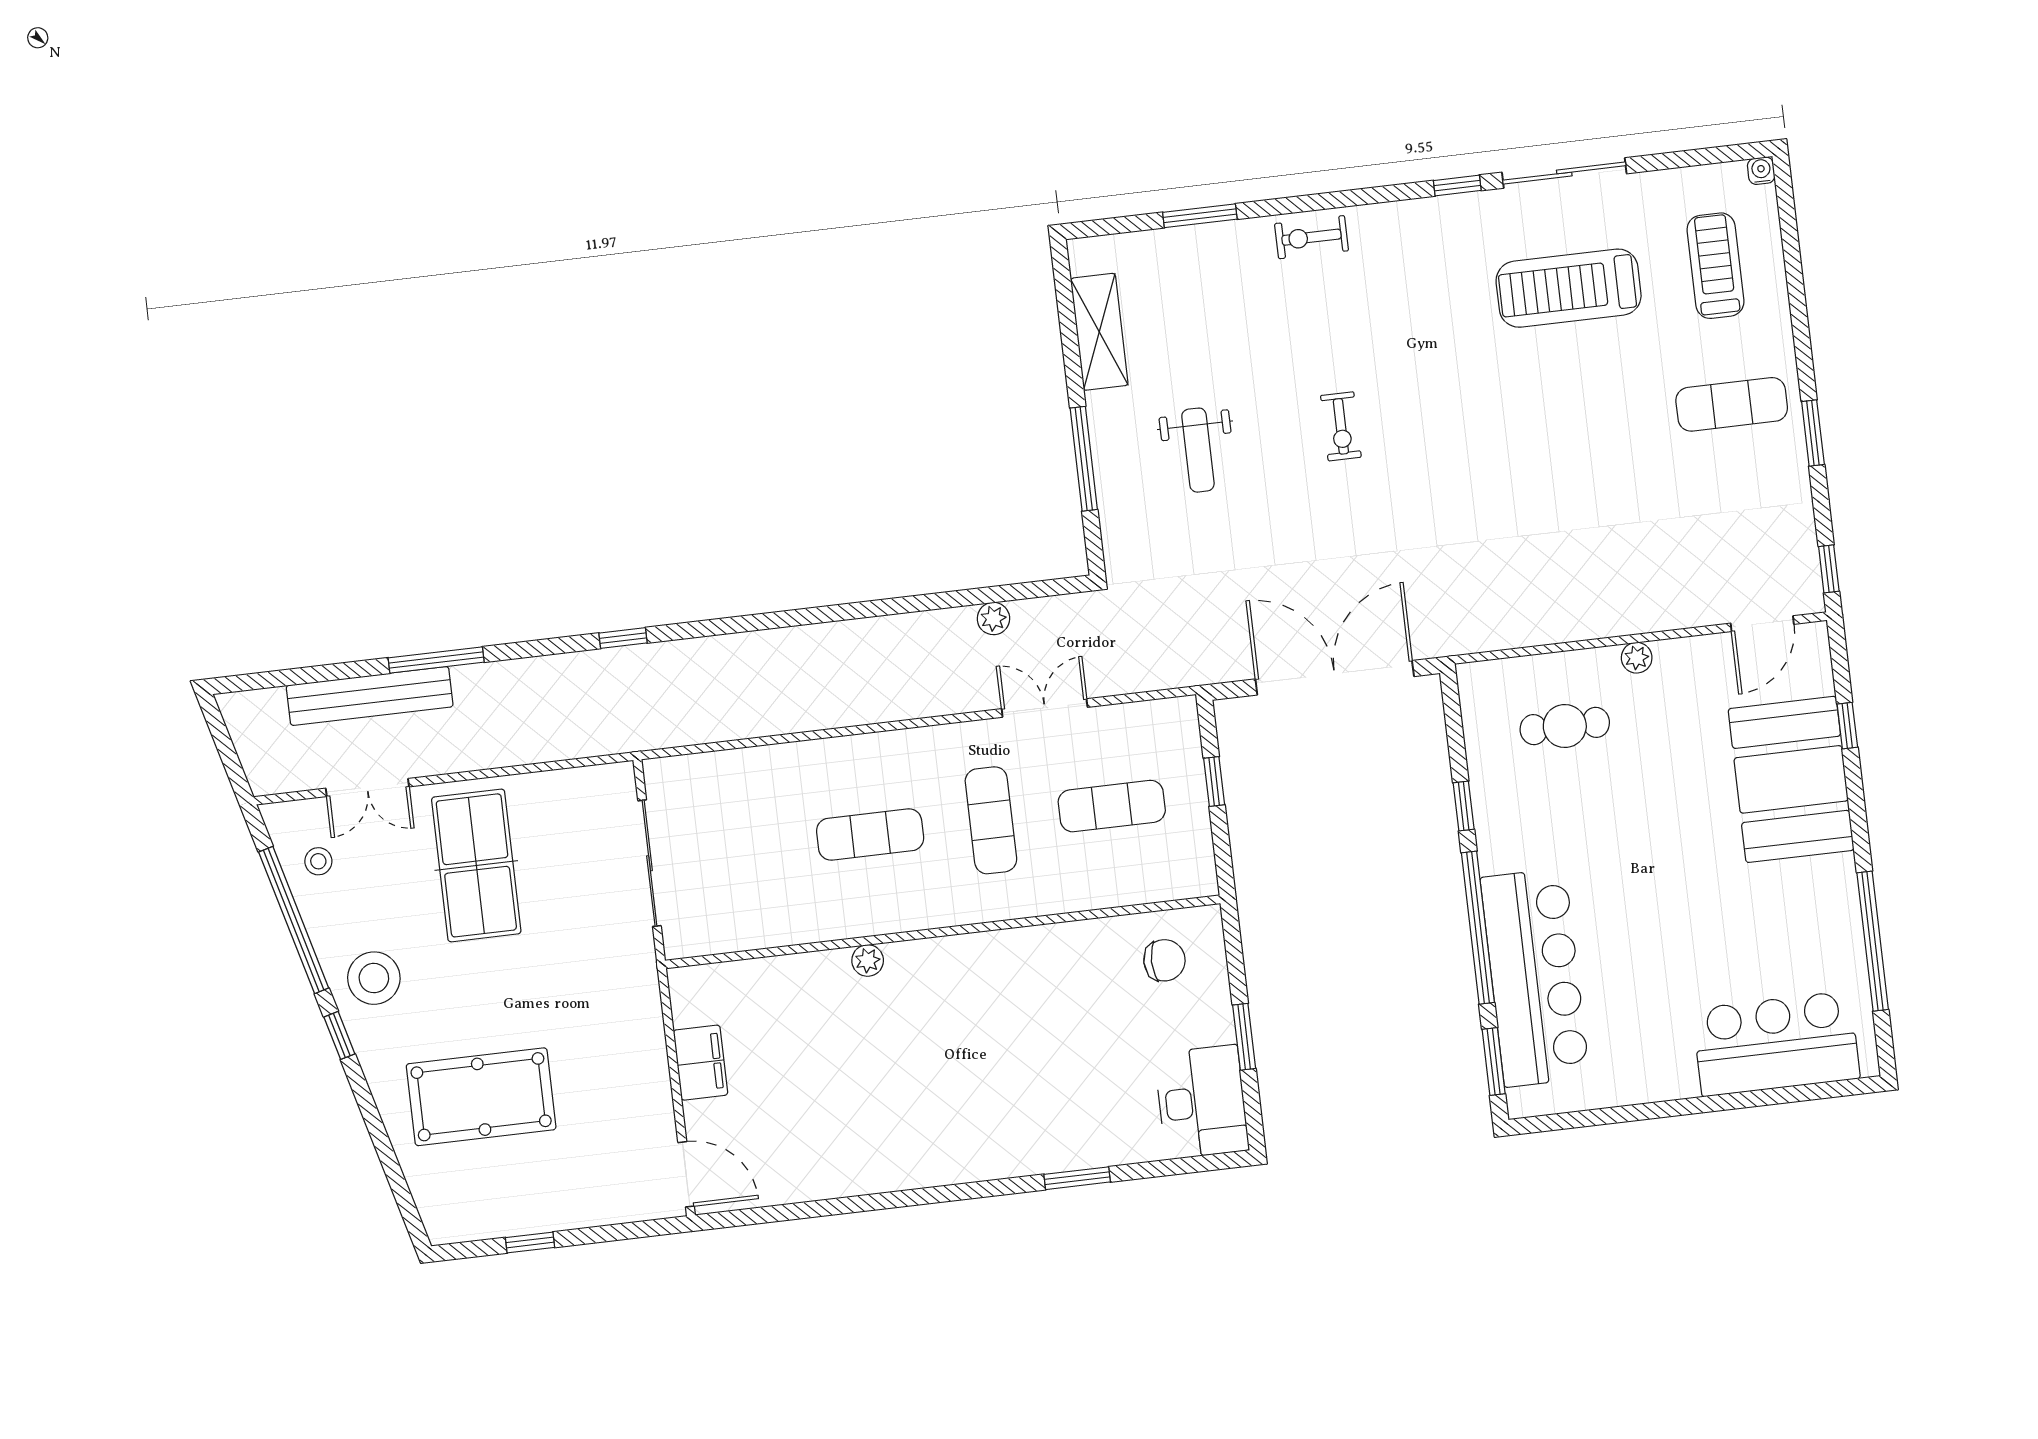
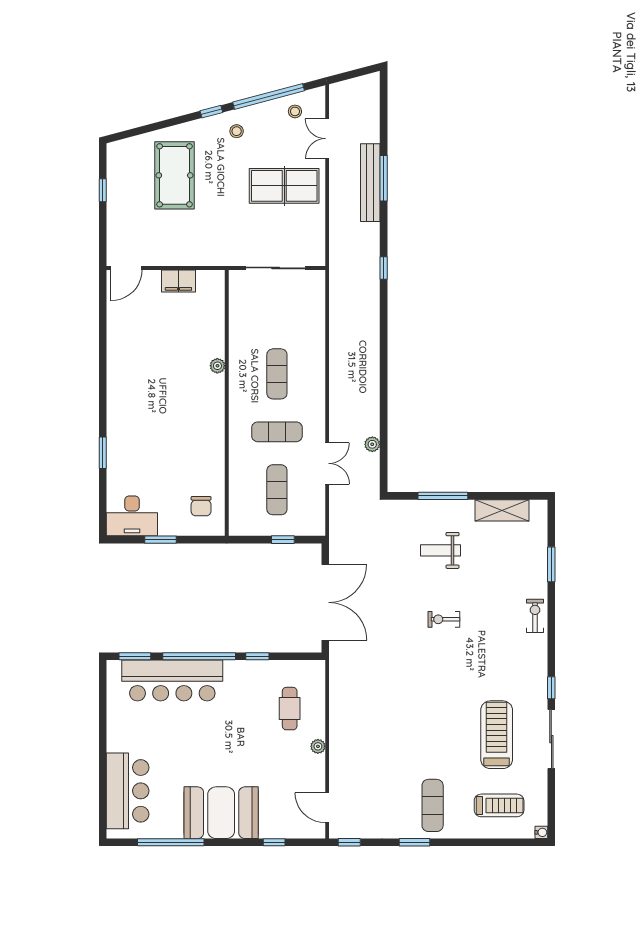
bench: (370, 696) -> (370, 183), moved
booth: (1791, 779) -> (221, 813), moved
stool: (374, 978) -> (237, 131), width x0.53, depth x0.53

